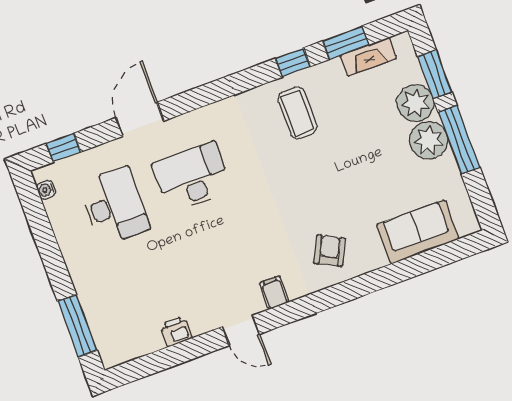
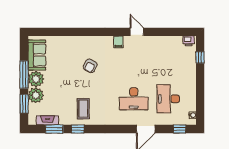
sofa: (418, 232) -> (37, 55), moved, turned -90
armchair: (330, 251) -> (90, 66), moved
window: (77, 326) -> (200, 57), width x0.46
printer: (176, 331) -> (189, 41), moved

